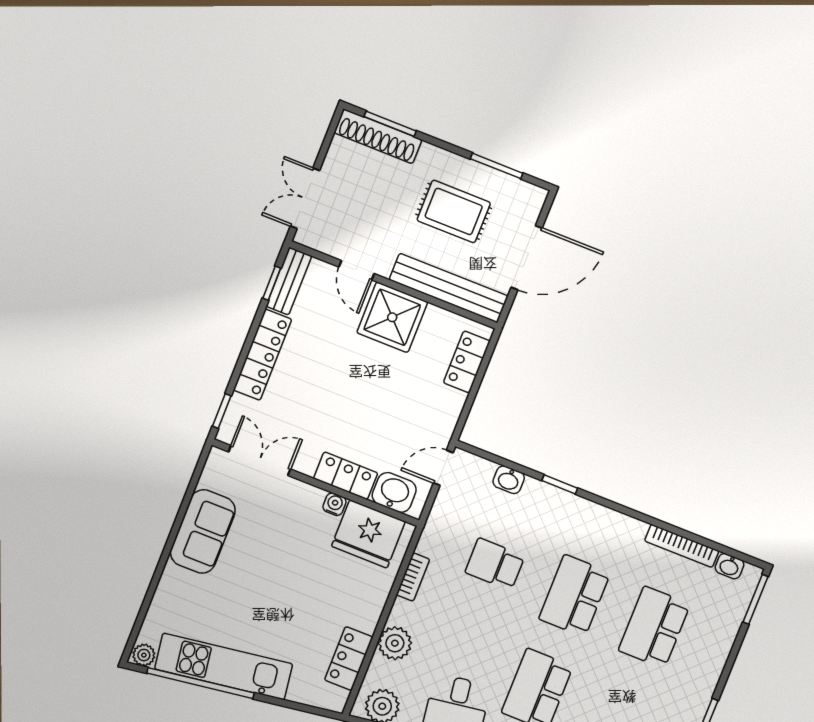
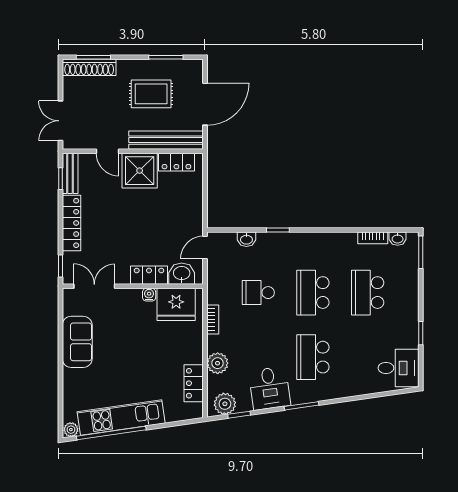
locker: (467, 362) -> (176, 162), moved, turned -90
bookcase: (682, 546) -> (373, 238), width x0.64

